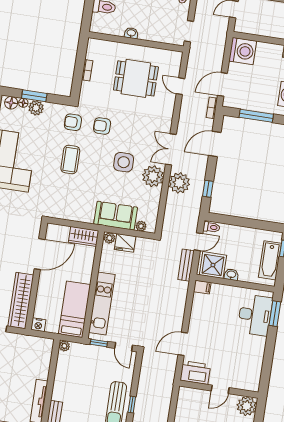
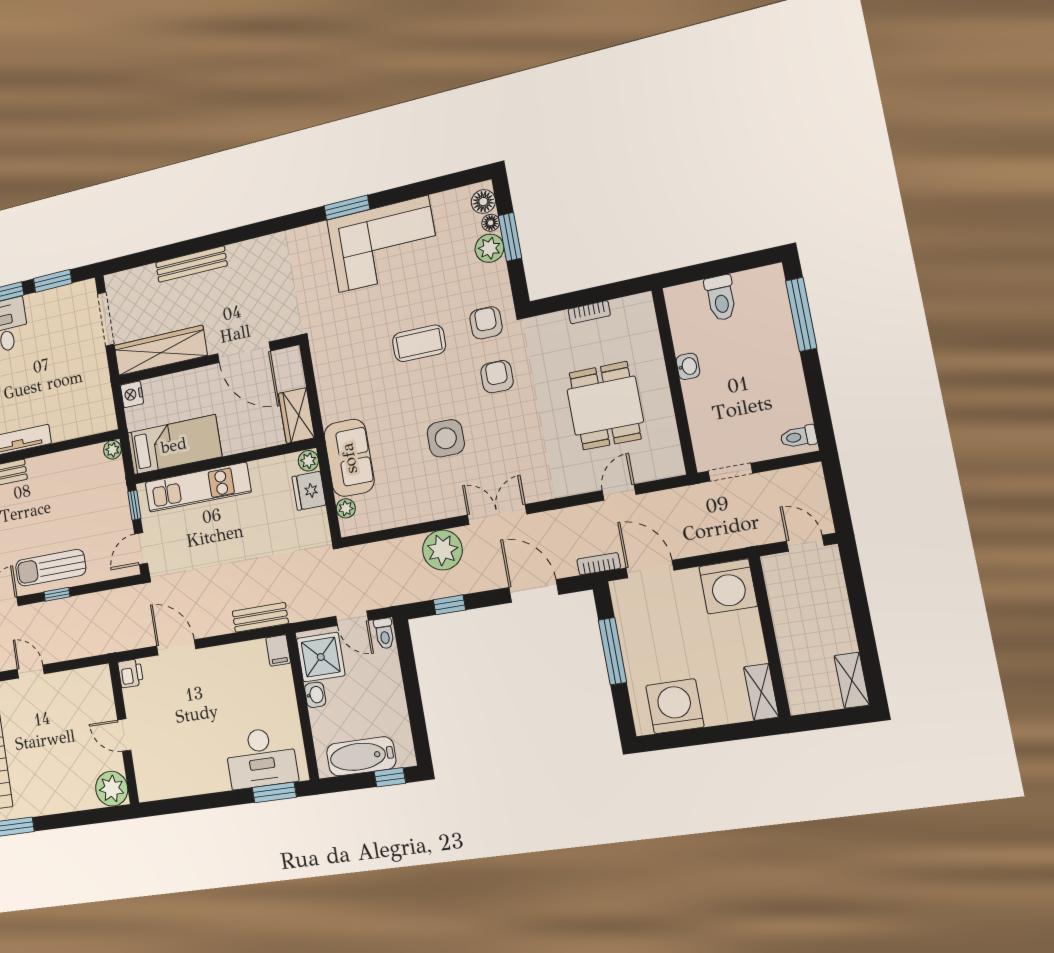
plant: (153, 176) -> (439, 499), removed
bench: (186, 265) -> (260, 617), moved
printer: (195, 373) -> (131, 673), width x0.53, depth x0.68

